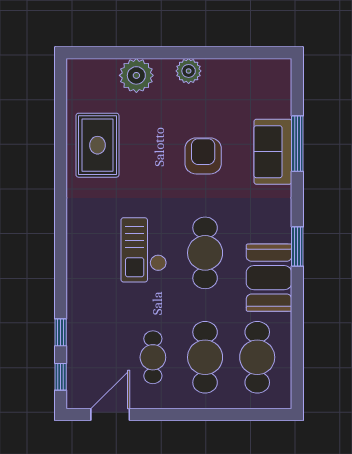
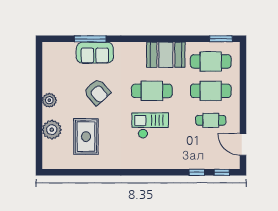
rug: (97, 145) -> (86, 137), moved, turned 90
armchair: (203, 156) -> (97, 92), turned -132
window: (297, 247) -> (221, 39), moved
checkout: (144, 250) -> (150, 125), turned 180

